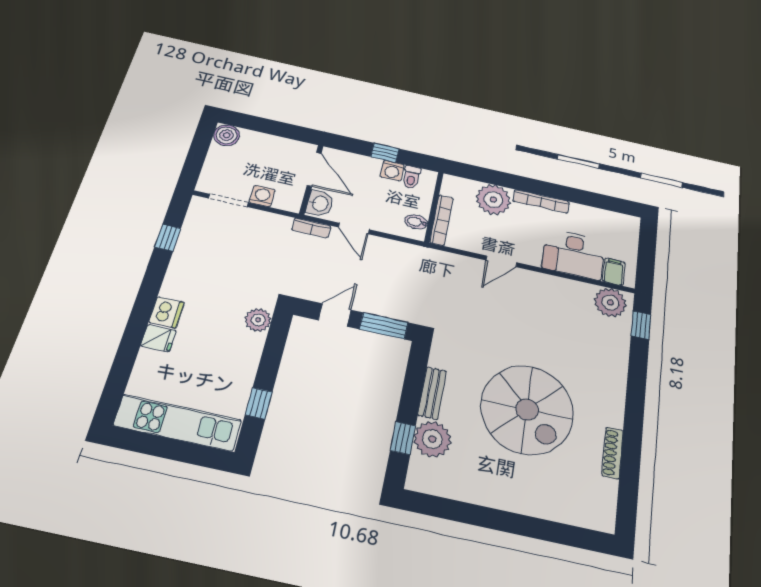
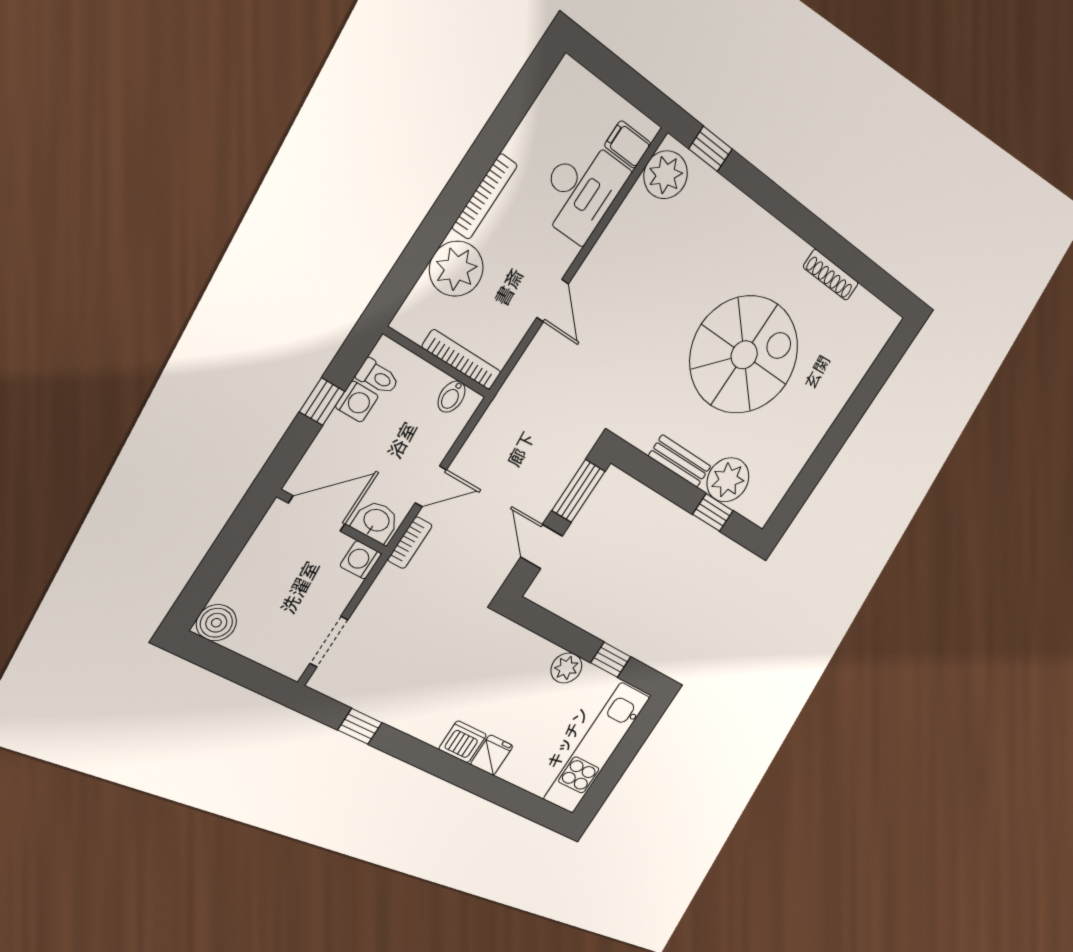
washing machine: (262, 196) -> (361, 560), moved
plant: (258, 320) -> (566, 668), moved

